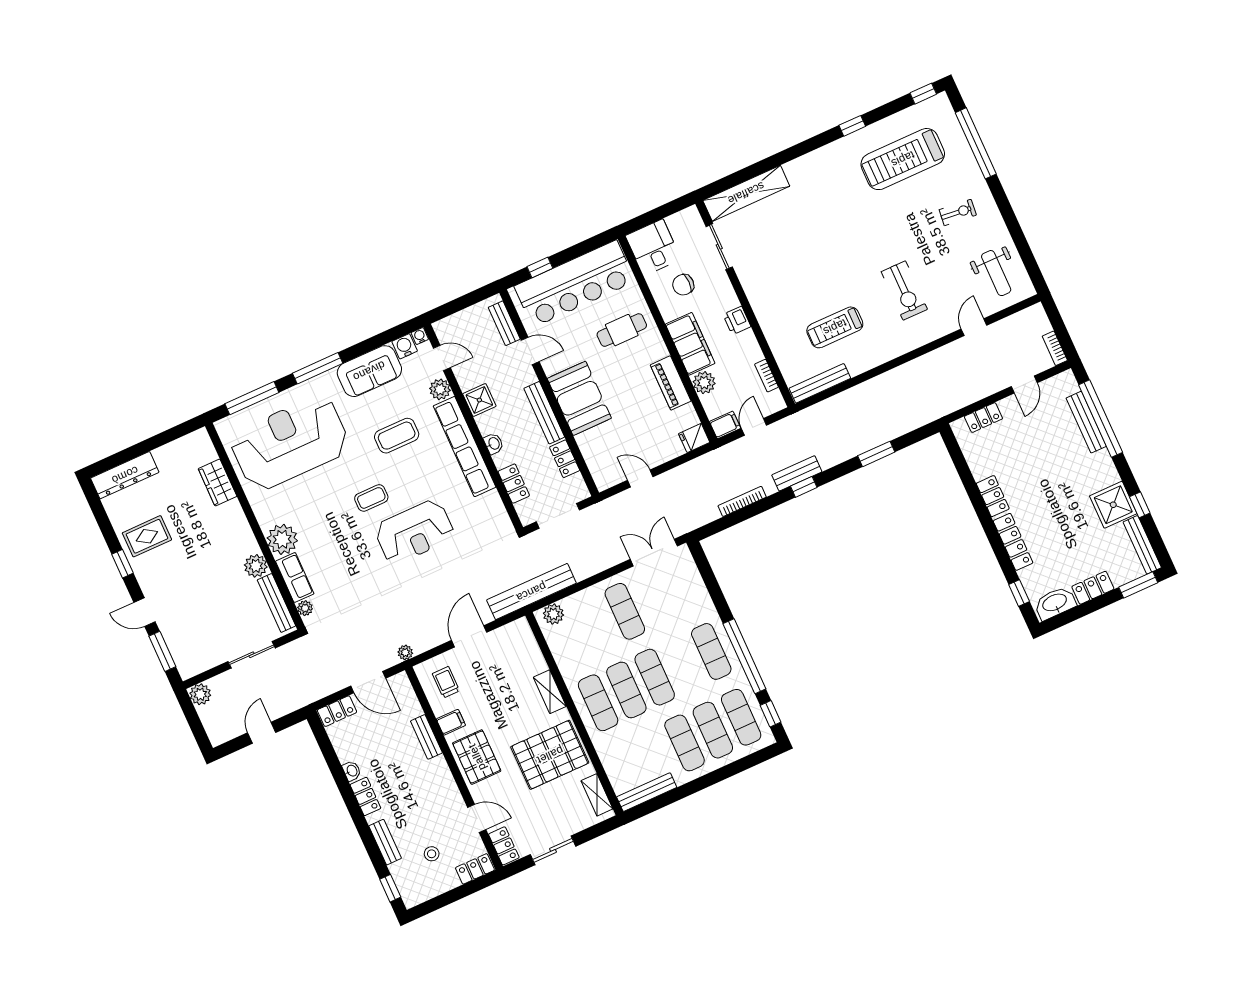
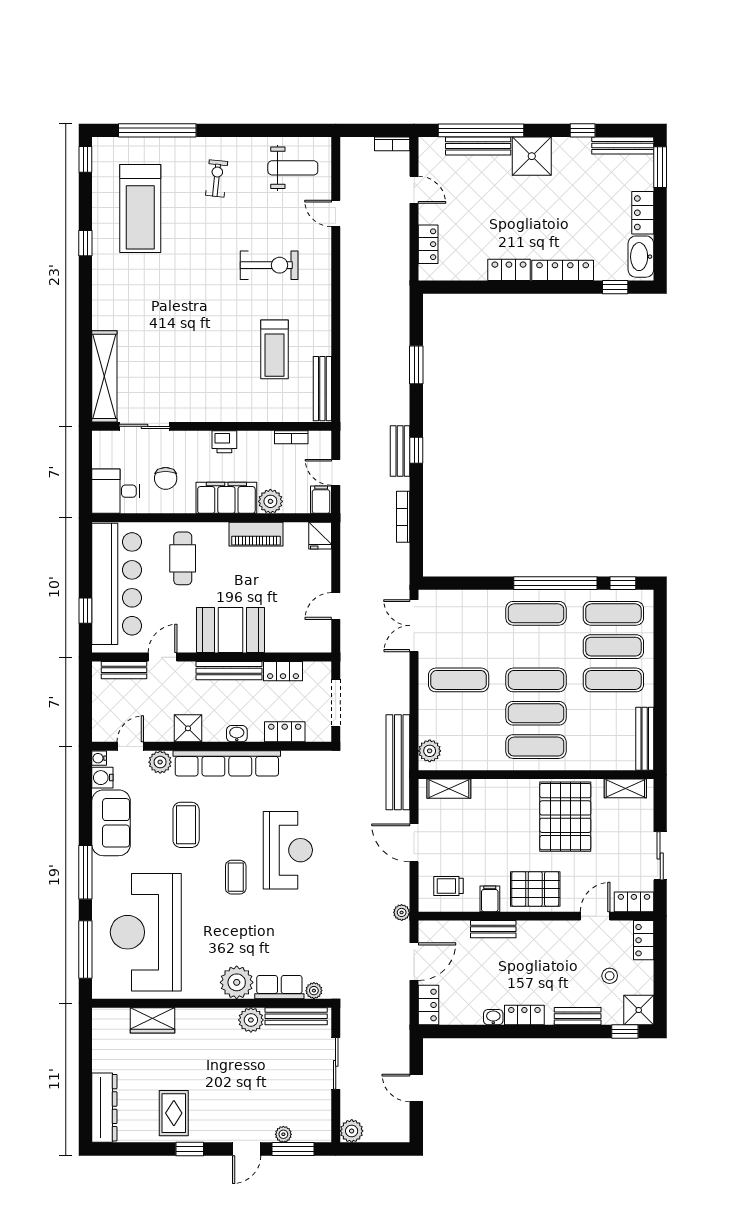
shower: (1113, 505) -> (532, 156), moved
plant: (171, 638) -> (283, 1134), added
shelving: (550, 692) -> (449, 789), moved
shower: (414, 892) -> (639, 1010), added

